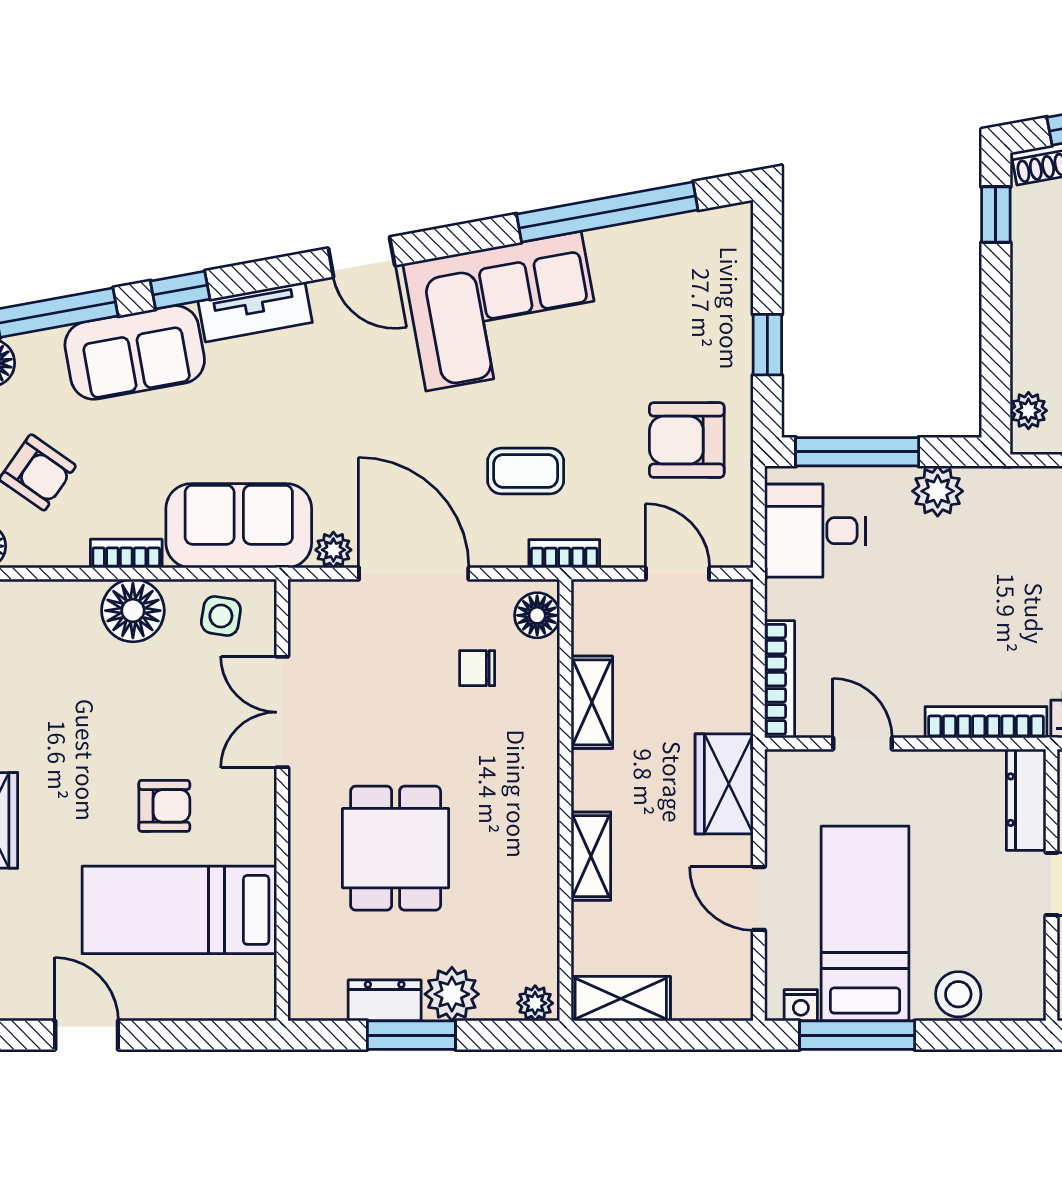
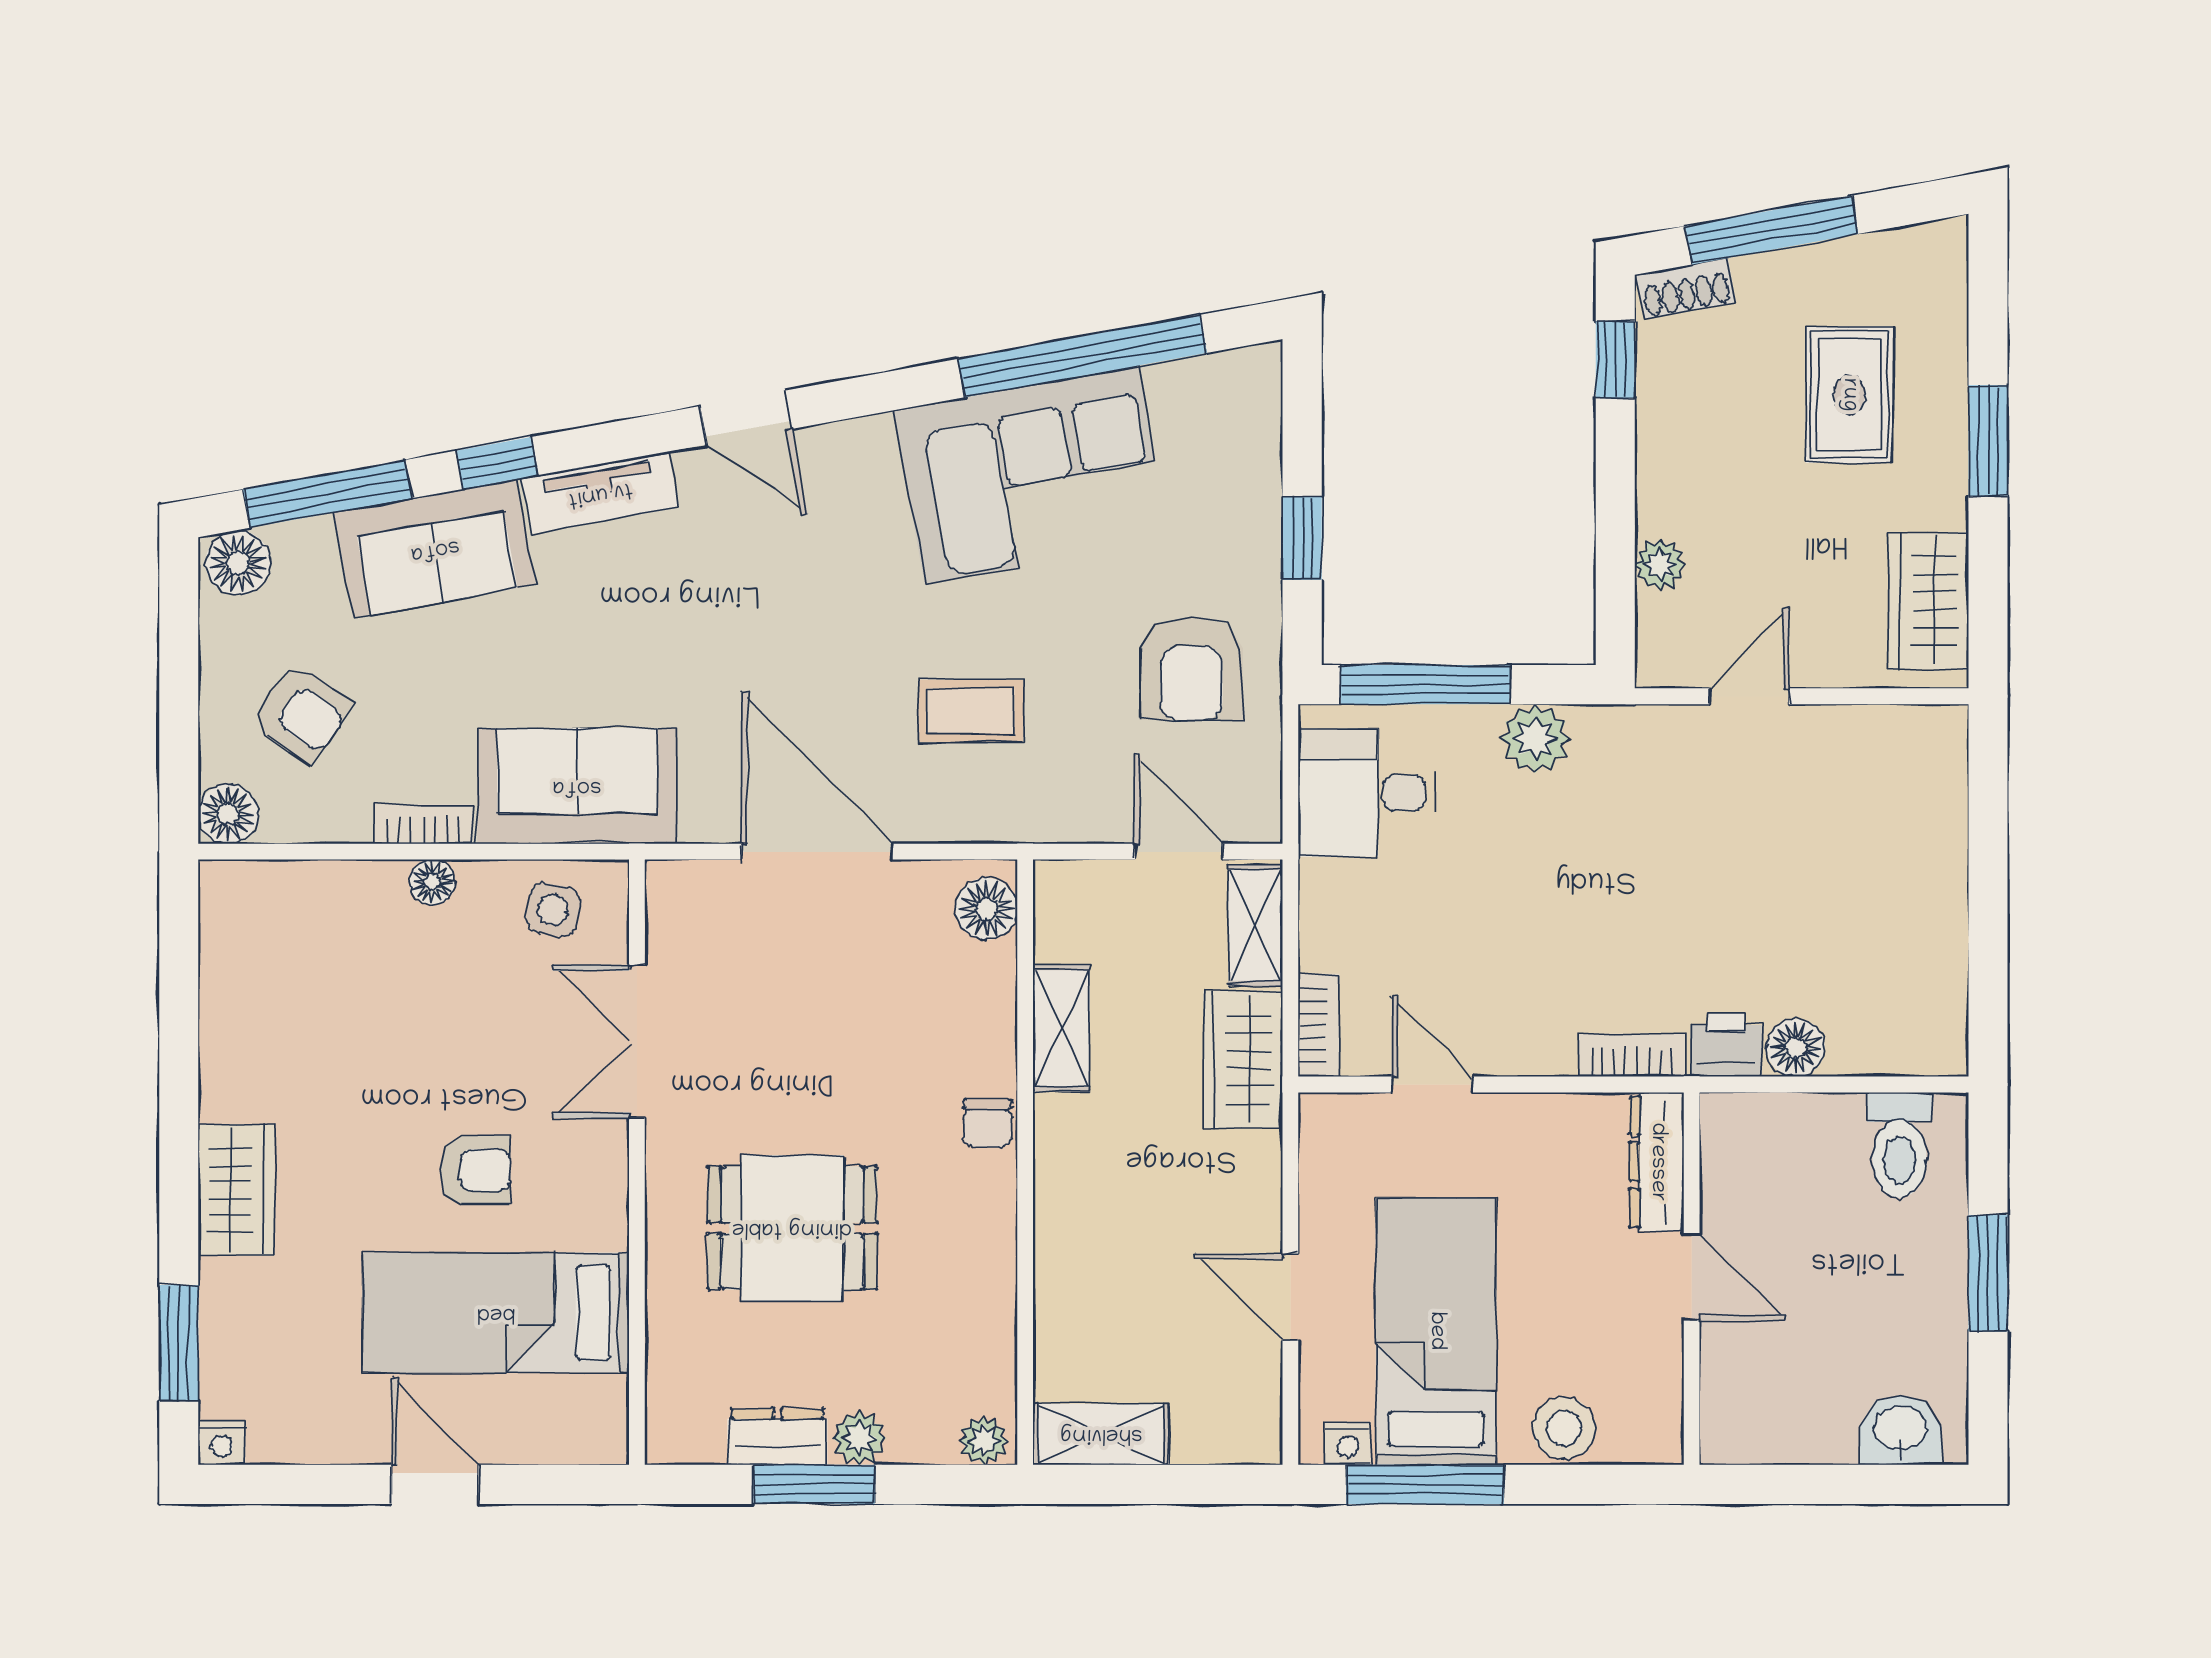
corner sofa: (504, 311) -> (1031, 475), moved
plant: (1028, 411) -> (1660, 565), moved
armchair: (687, 440) -> (1192, 669), turned -90
plant: (333, 550) -> (707, 819), removed
bookcase: (564, 554) -> (1024, 824), removed
floor lamp: (133, 611) -> (432, 882), width x0.53, depth x0.53
chair: (477, 668) -> (988, 1123), moved, turned -90
bookcase: (780, 679) -> (1319, 1025), width x0.64
bookcase: (986, 722) -> (1632, 1055), width x0.64
wardrobe: (724, 784) -> (1243, 1060), moved
dining table: (396, 848) -> (792, 1228), turned 90
shelving: (591, 856) -> (1256, 925), moved
plant: (452, 994) -> (859, 1438), width x0.73, depth x0.73
door: (87, 1035) -> (435, 1484), moved

